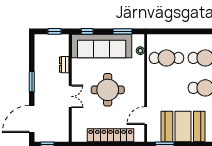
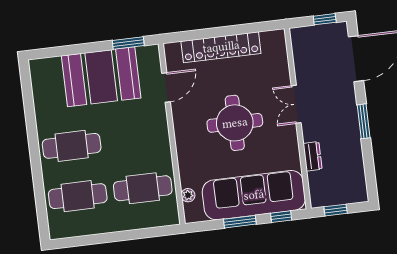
window: (123, 31) -> (240, 222), moved

